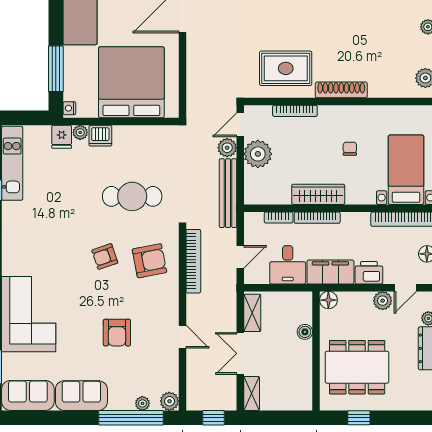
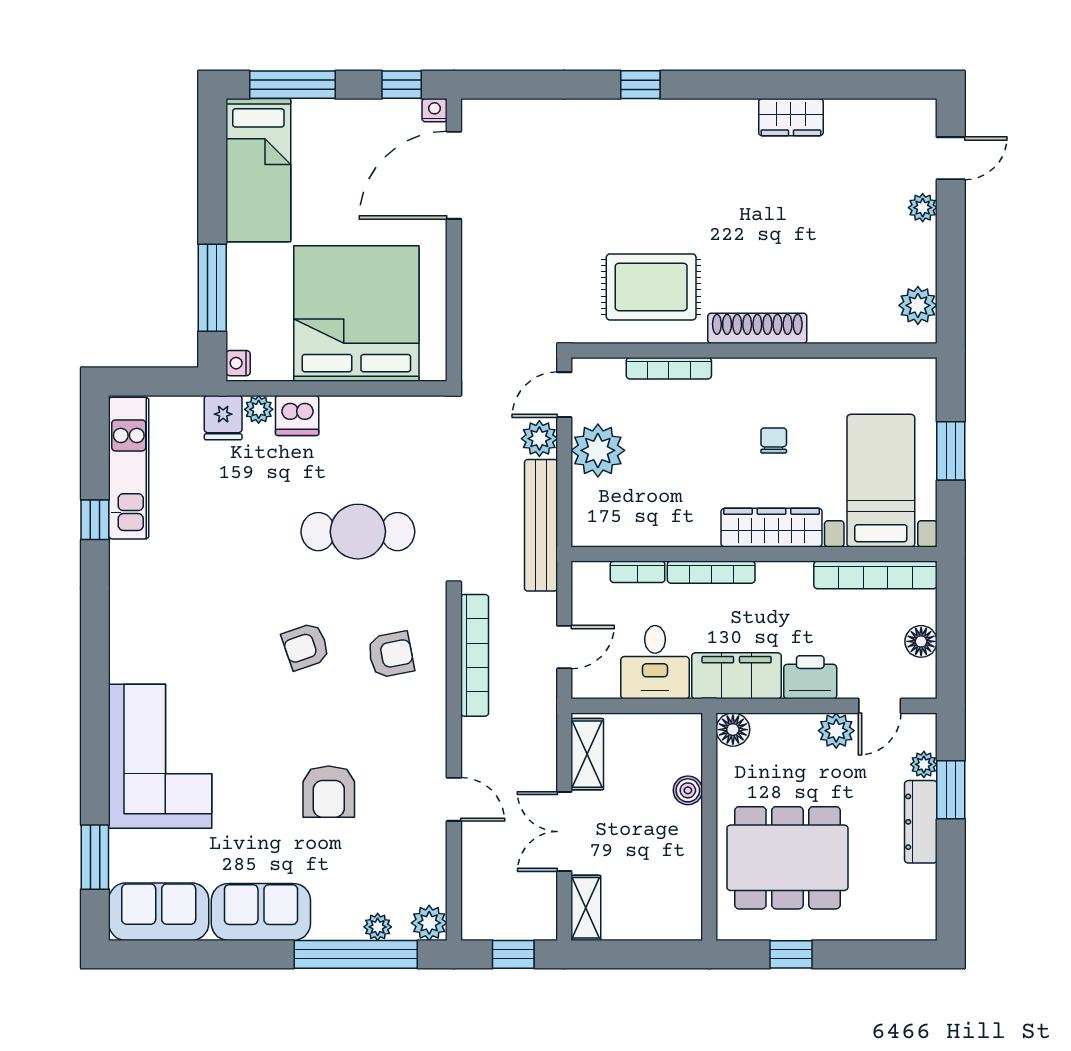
wardrobe: (318, 194) -> (772, 528), moved
armchair: (149, 261) -> (391, 655), width x0.72, depth x0.72

